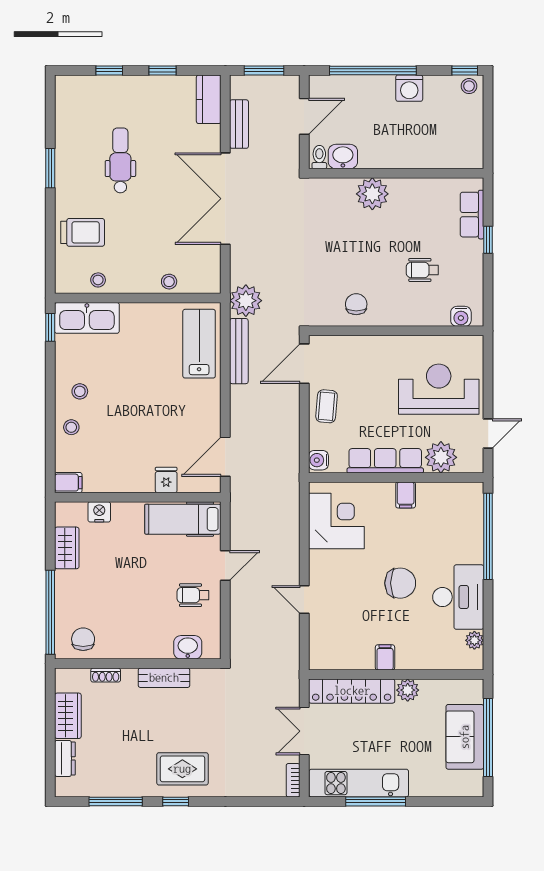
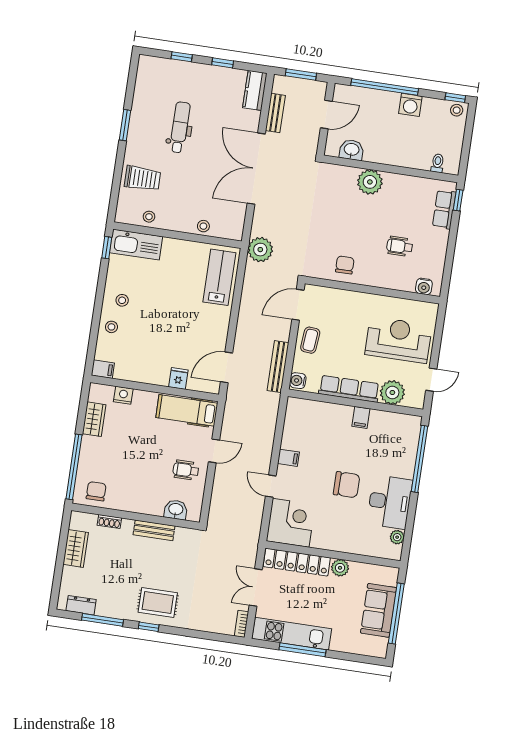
toilet: (319, 157) -> (438, 163), moved
window: (488, 240) -> (458, 200), moved
bench: (239, 351) -> (278, 367), moved
corner desk: (336, 521) -> (291, 523), moved
filing cabinet: (385, 657) -> (288, 458), moved, turned 90
dresser: (65, 758) -> (81, 605), moved, turned -90

